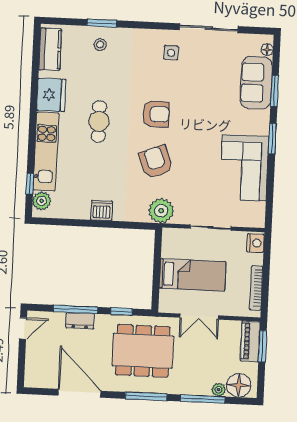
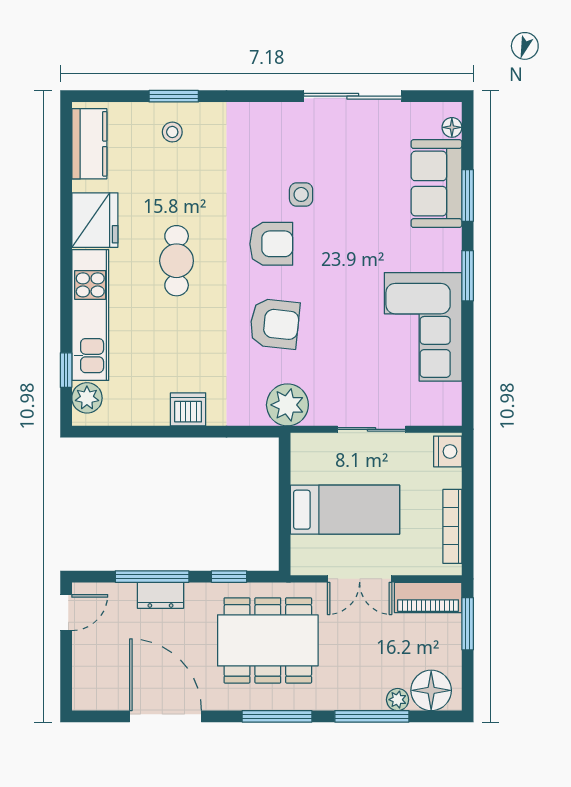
side table: (171, 53) -> (301, 194), moved
armchair: (156, 162) -> (275, 324), turned 118
piano: (250, 341) -> (428, 597), moved, turned -90

